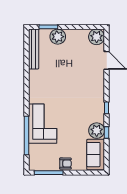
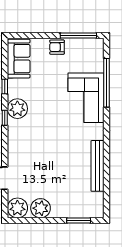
plant: (58, 37) -> (41, 208), moved
bench: (34, 49) -> (97, 166), moved
plant: (97, 131) -> (17, 109), moved

